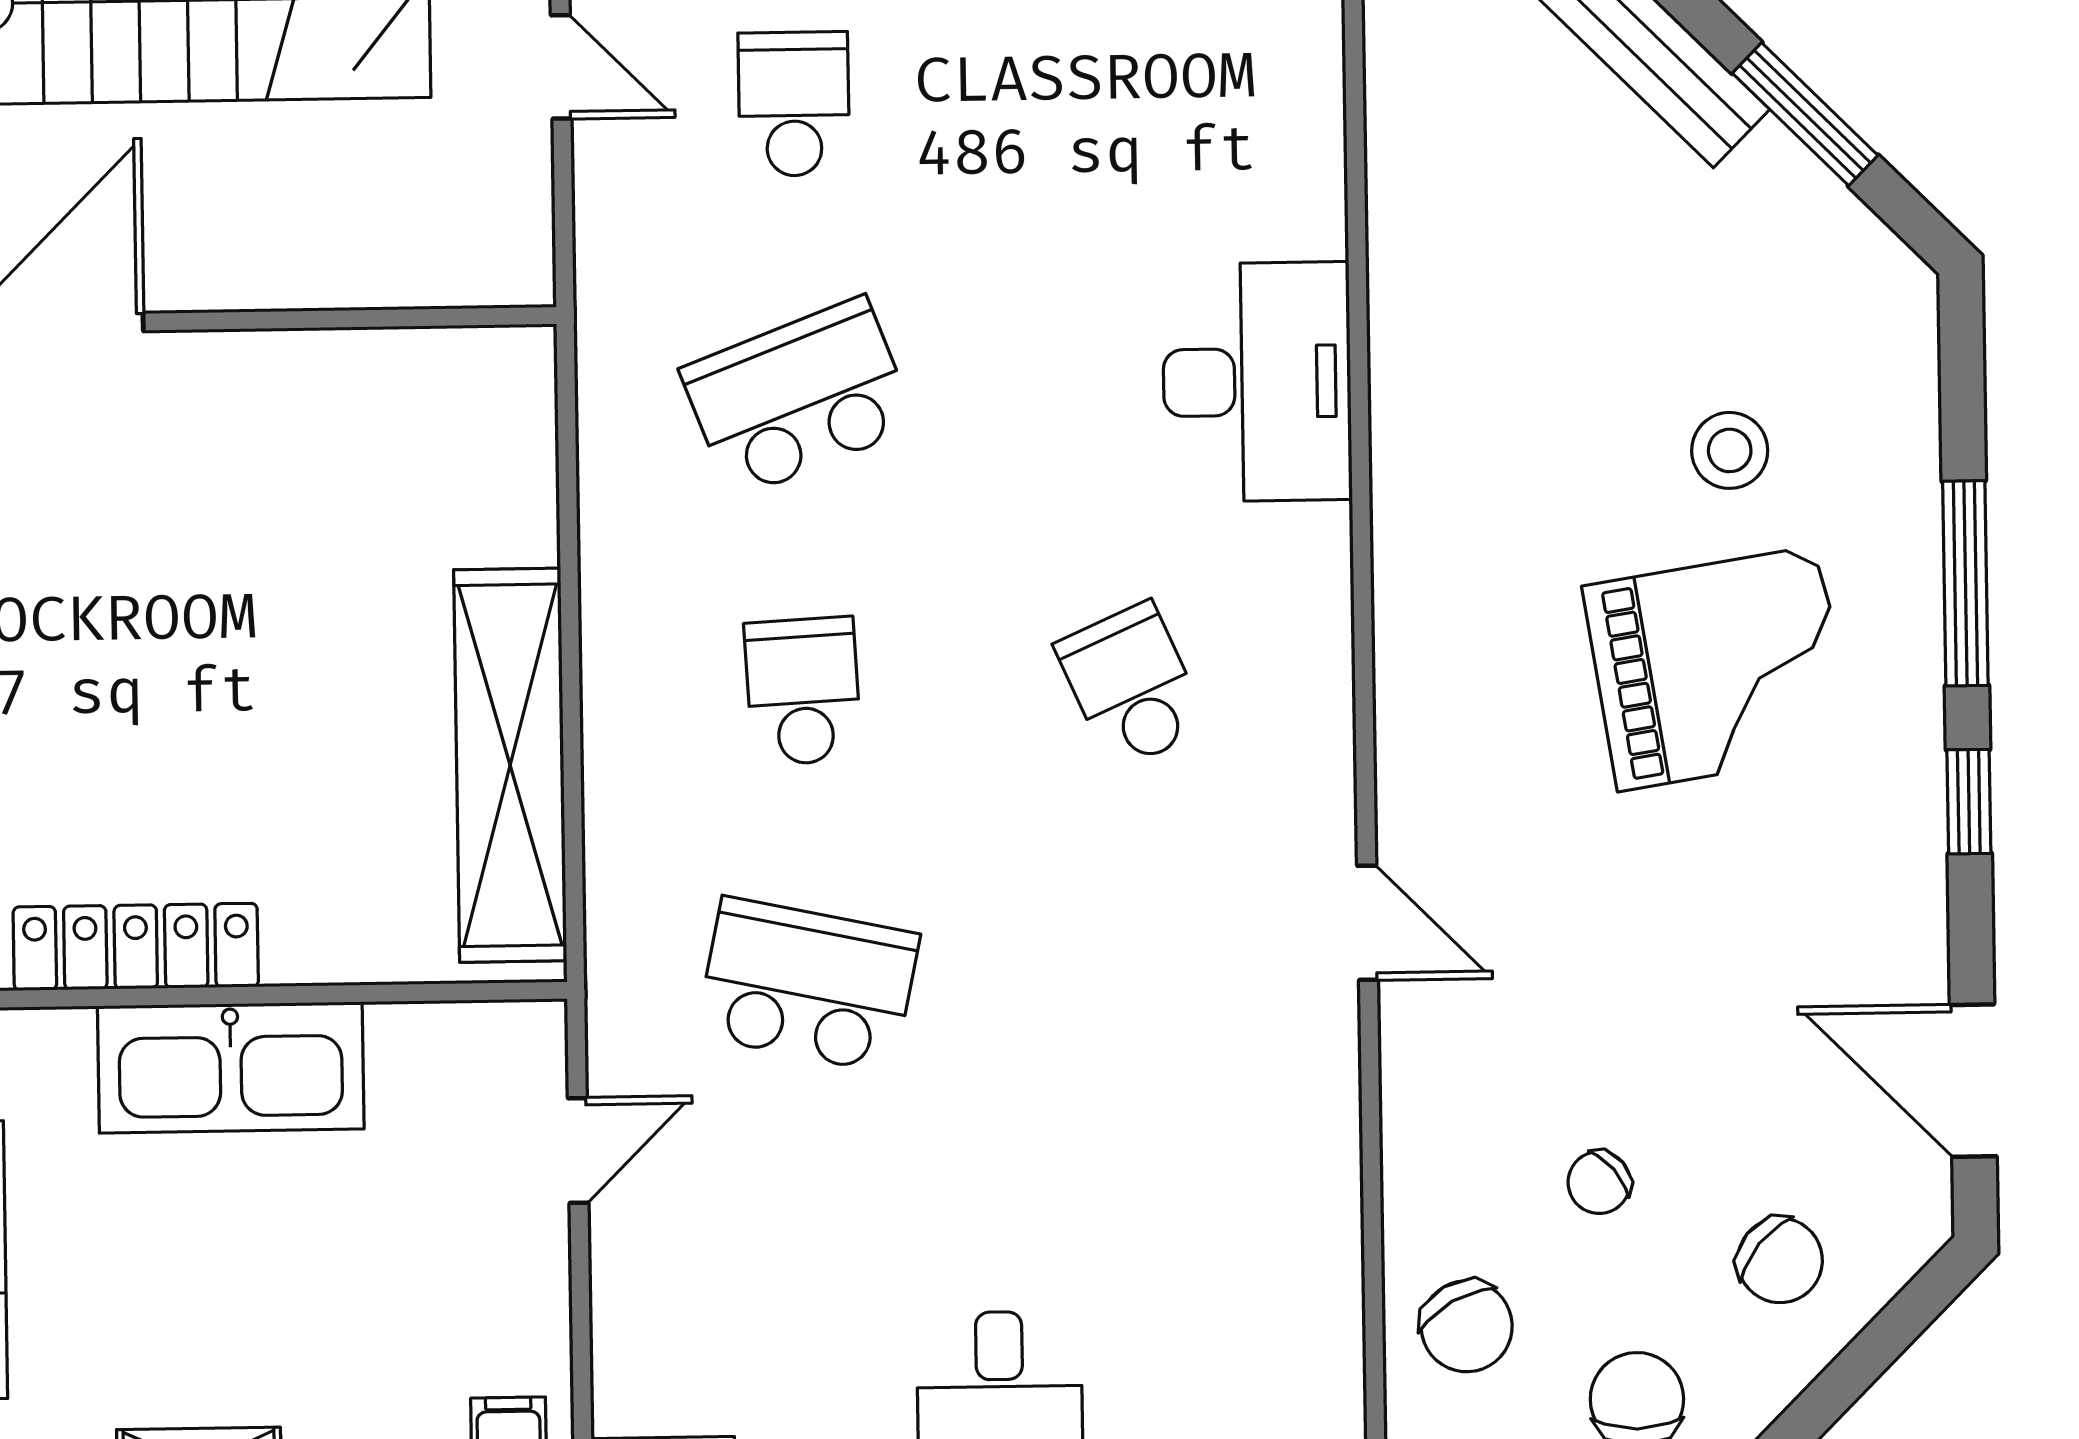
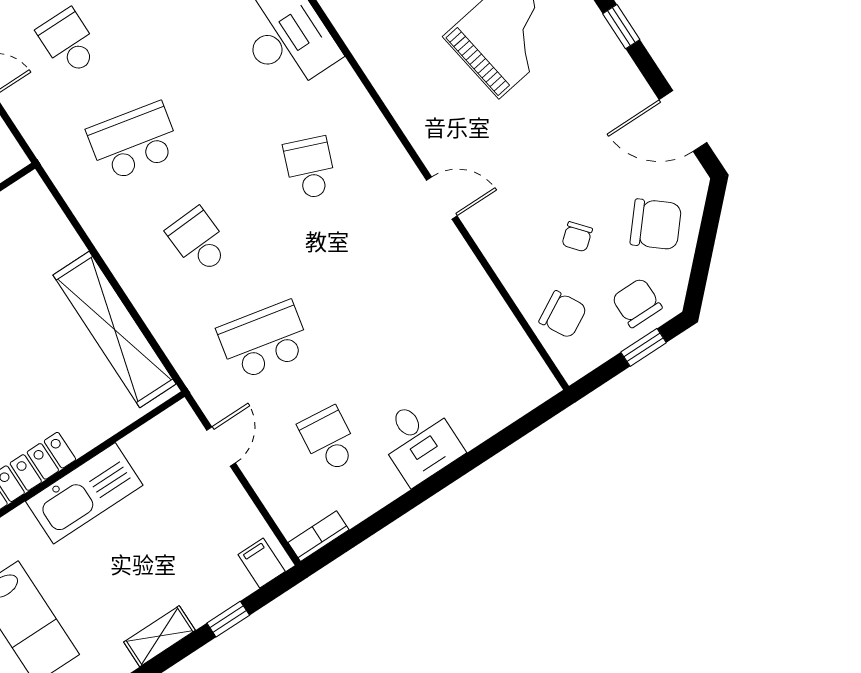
school desk: (798, 398) -> (134, 141), turned 33
school desk: (1132, 686) -> (310, 168), turned 45
chair: (1780, 1260) -> (656, 224), width x1.37, depth x1.37
school desk: (812, 1279) -> (329, 440), added

